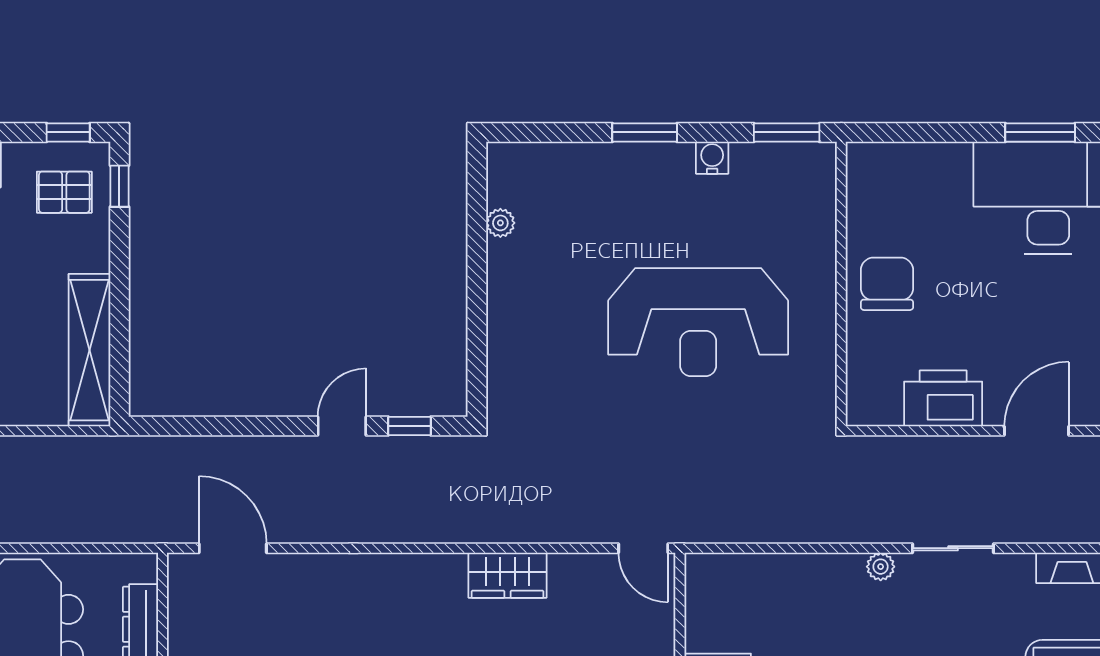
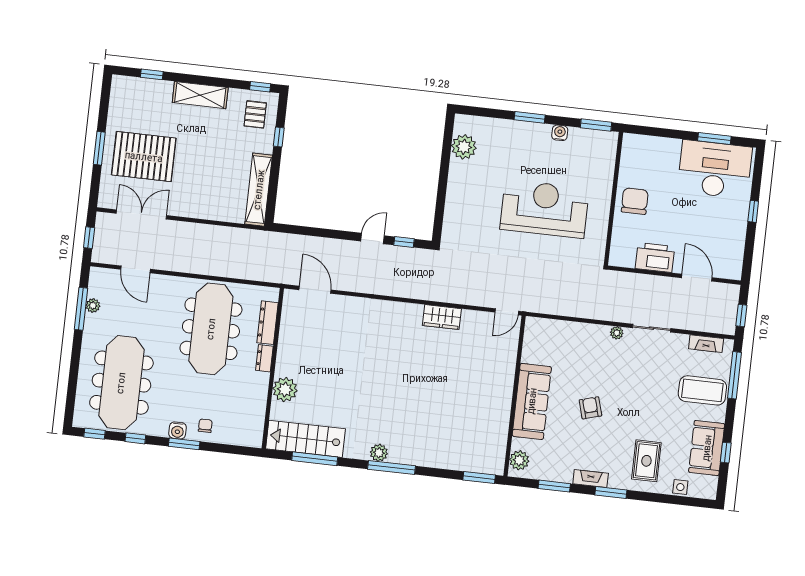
window: (119, 186) -> (279, 137), moved
pallet: (64, 192) -> (255, 114), turned 90
plant: (500, 223) -> (464, 147), width x1.88, depth x1.88
reception desk: (698, 322) -> (544, 209), turned 180
door: (1037, 431) -> (697, 278), hinge flipped
door: (643, 548) -> (507, 312), hinge flipped

